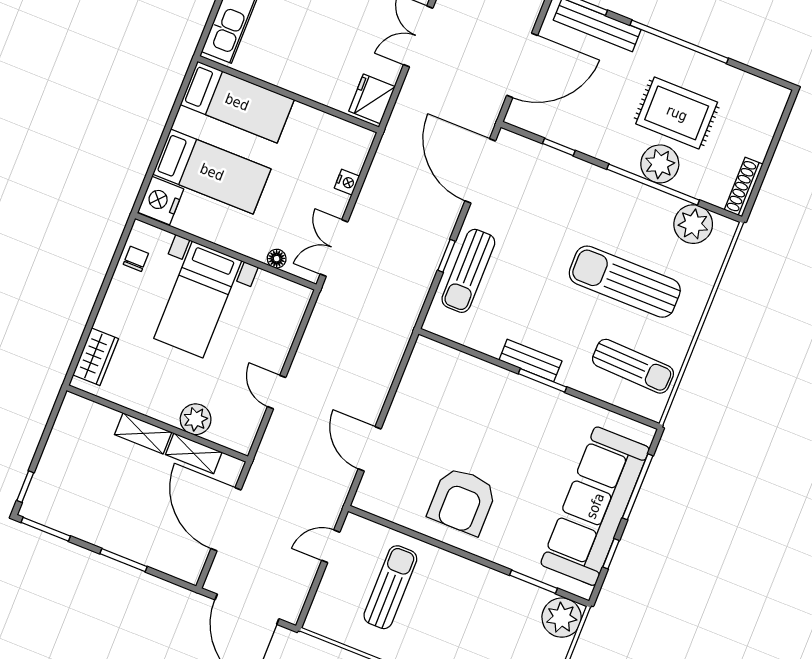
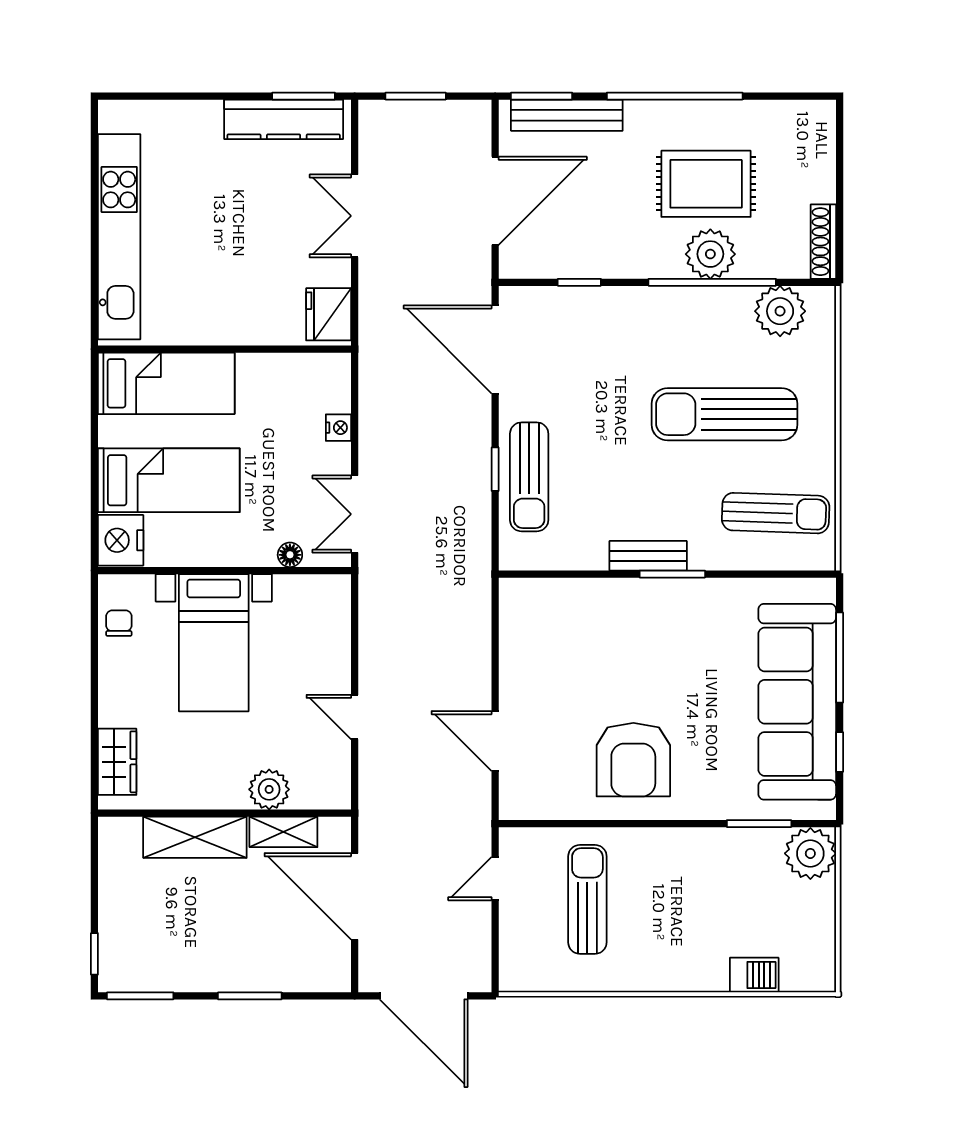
shelving: (143, 433) -> (195, 837), width x1.50, depth x1.33

